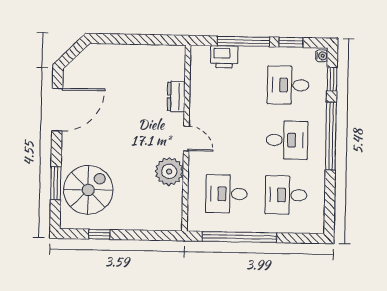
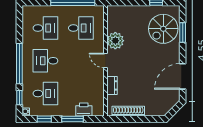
window: (243, 41) -> (73, 119), width x0.69
shoe rack: (150, 53) -> (128, 111), added

